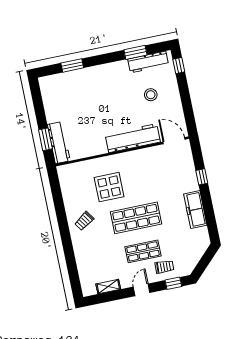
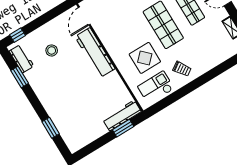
workbench: (148, 62) -> (21, 59), width x0.73
checkout: (75, 188) -> (156, 88), added

